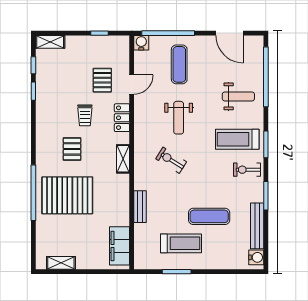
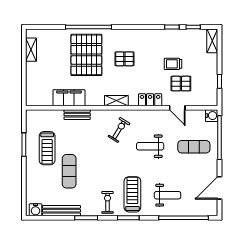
weight bench: (238, 96) -> (168, 195), turned -90
trolley: (85, 115) -> (173, 64), moved
exercise bike: (171, 160) -> (119, 130), moved
filing cabinet: (119, 246) -> (69, 98), moved

